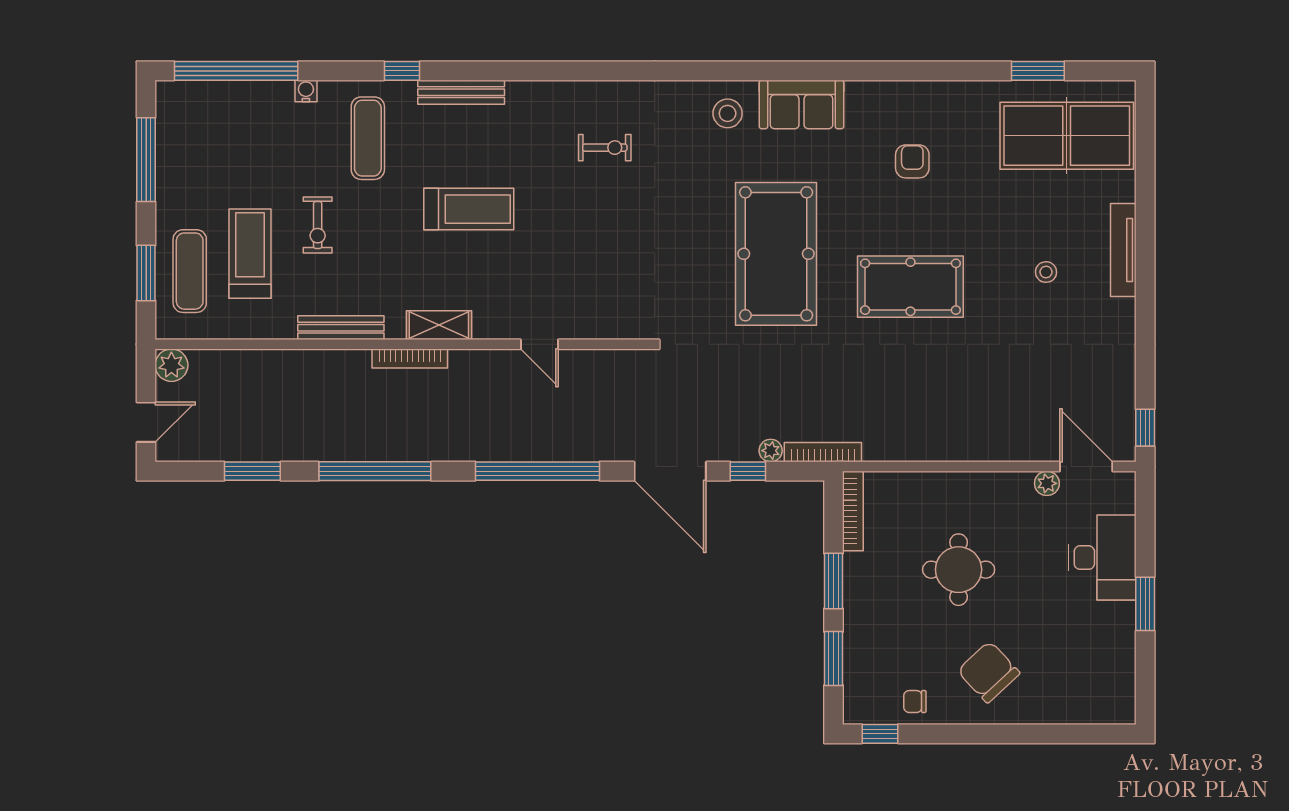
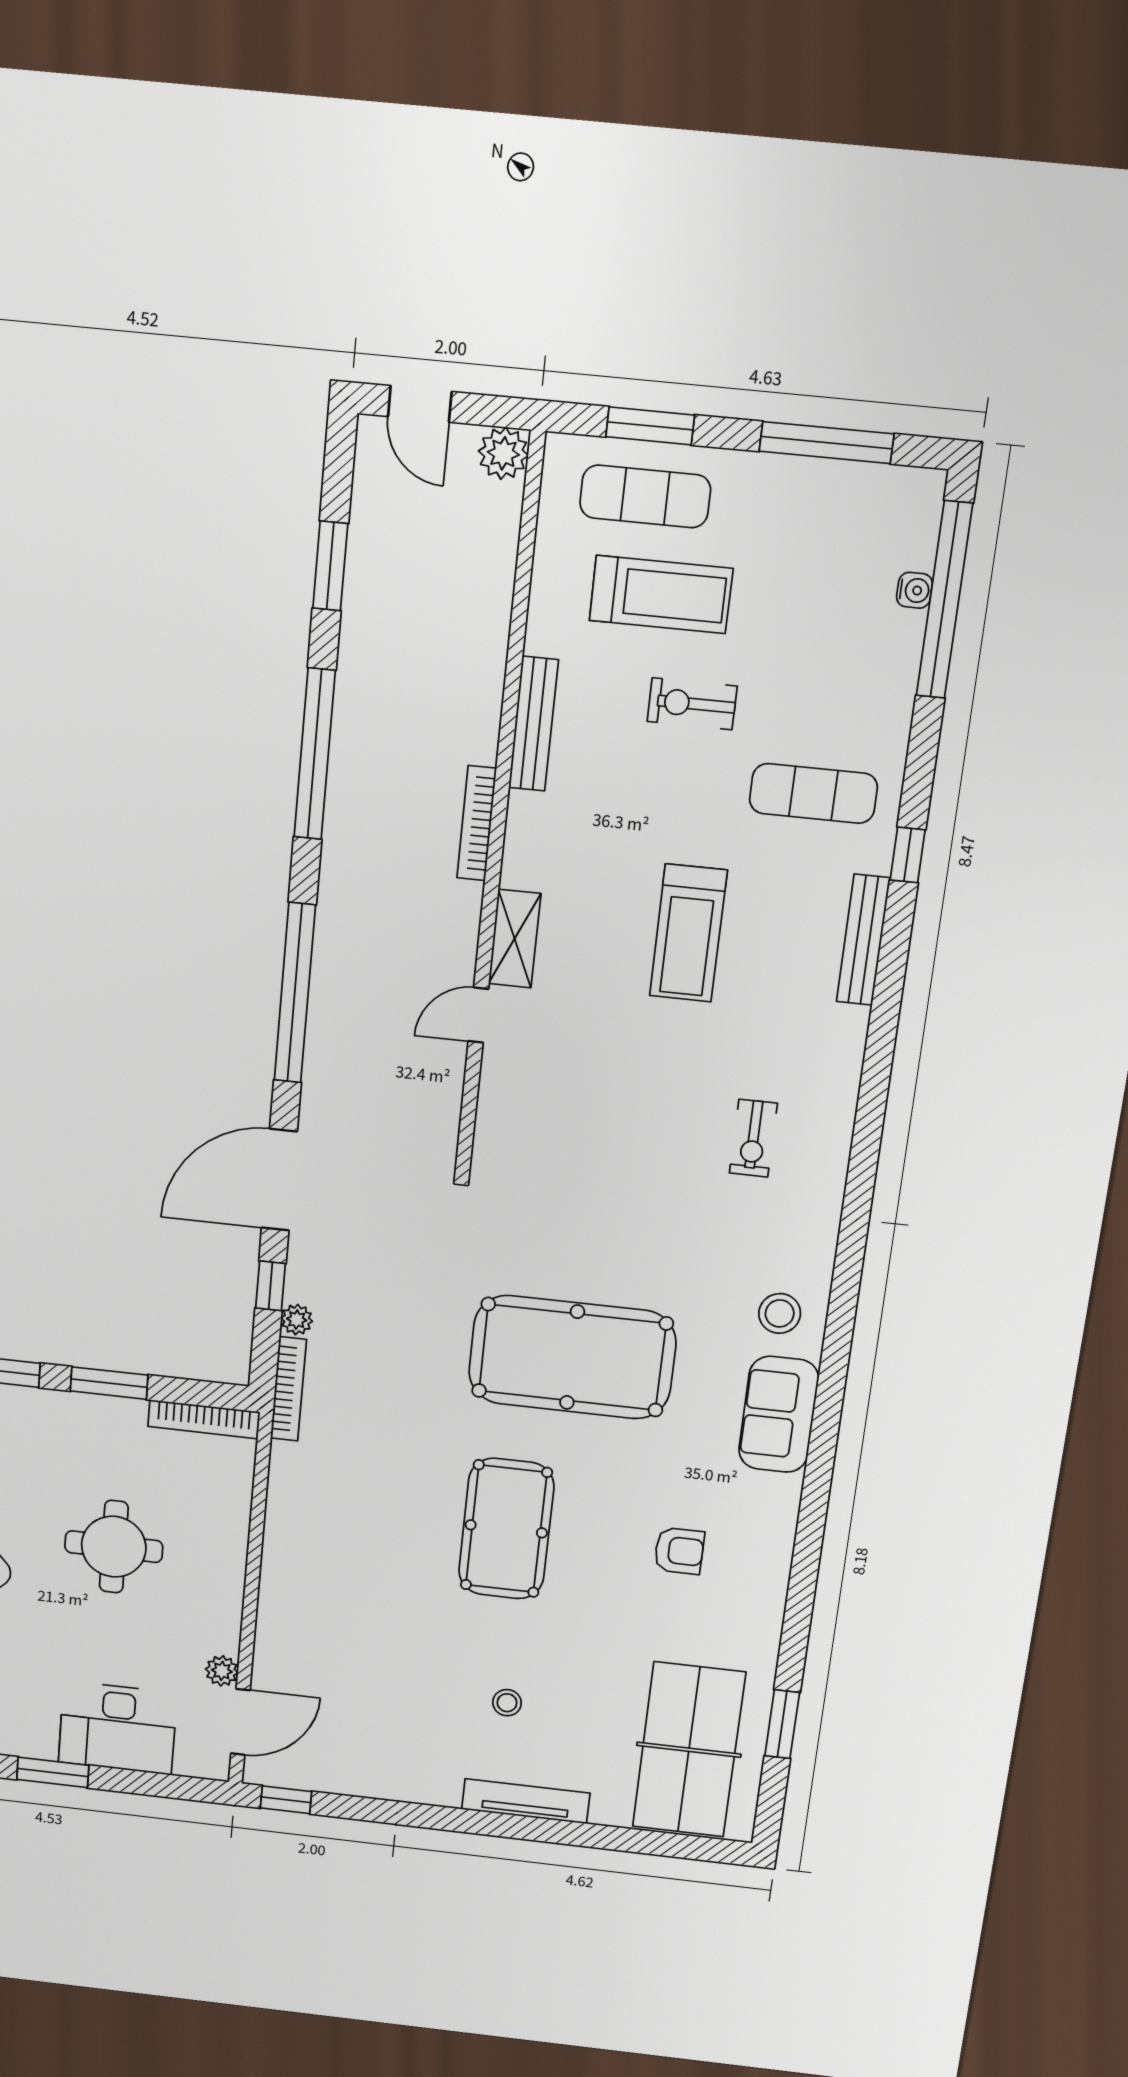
water cooler: (306, 91) -> (914, 590), moved
shelving: (439, 325) -> (515, 939), moved

